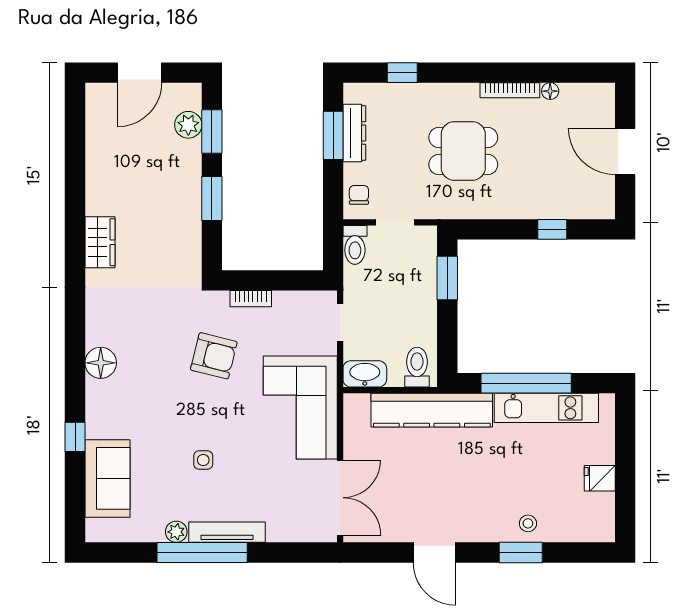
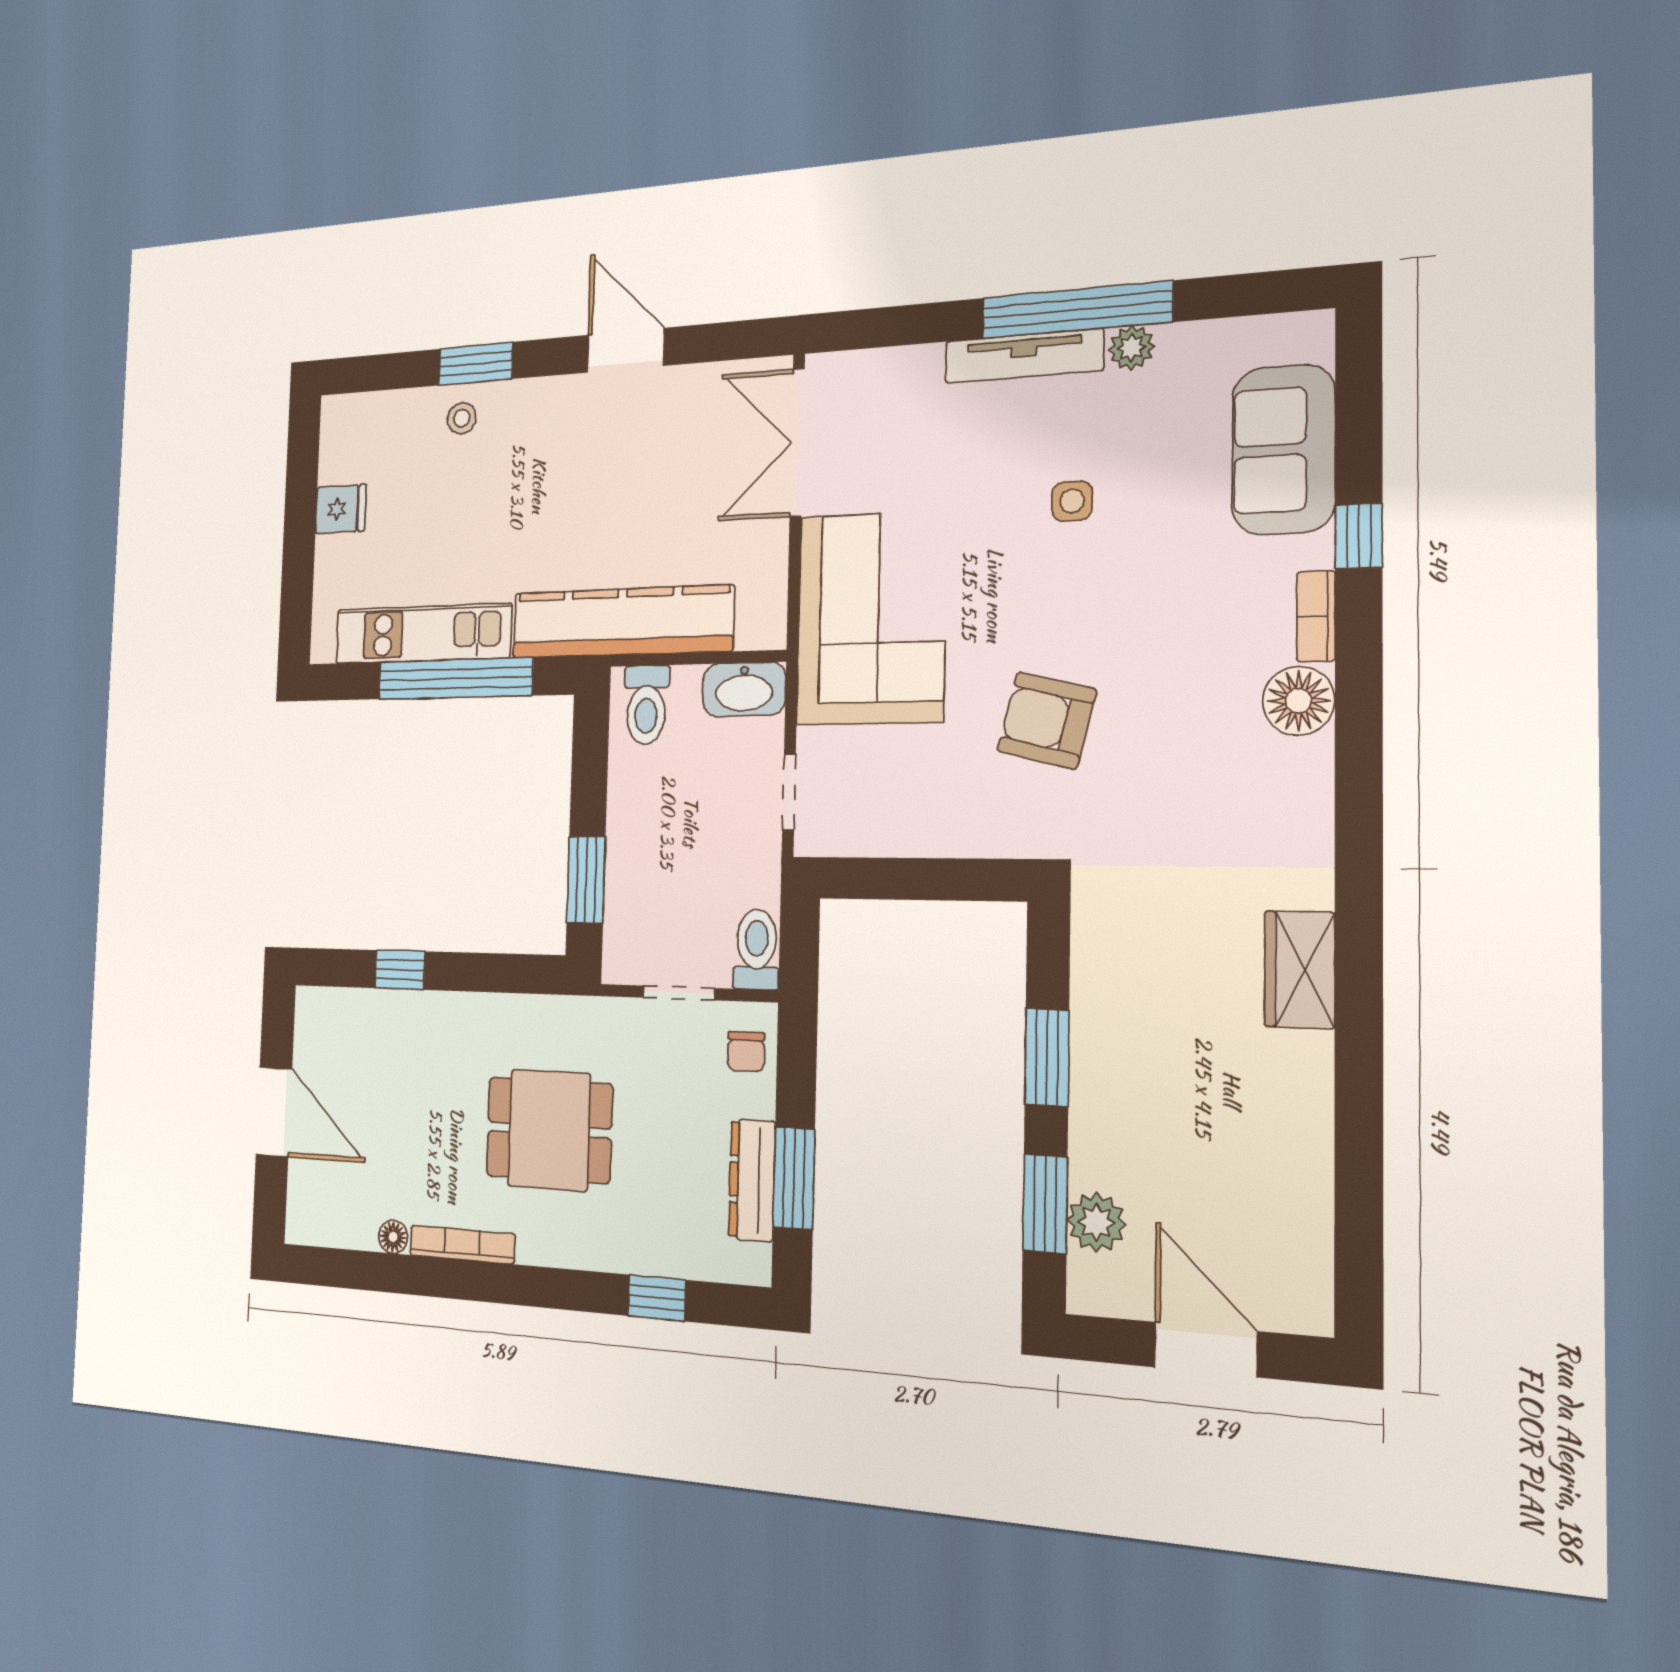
door: (140, 73) -> (1206, 1349), hinge flipped
bookcase: (251, 299) -> (1316, 616), moved, turned -90

